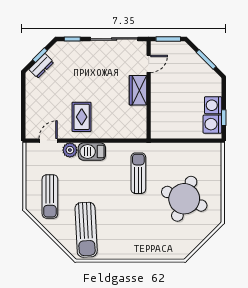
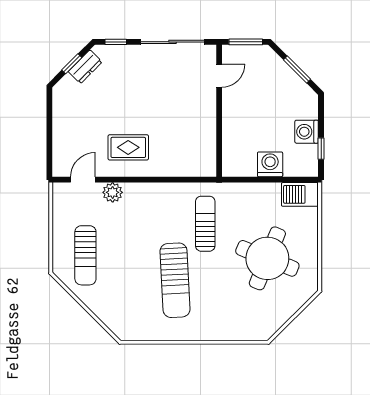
dresser: (41, 66) -> (85, 67), moved
wardrobe: (138, 90) -> (205, 111), removed
rug: (82, 117) -> (128, 147), turned 90
washing machine: (212, 124) -> (270, 164), moved, turned 90
barbecue: (92, 152) -> (300, 194), moved
sun lounger: (86, 230) -> (175, 280), moved

